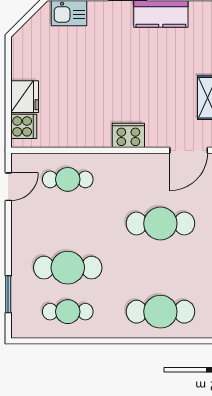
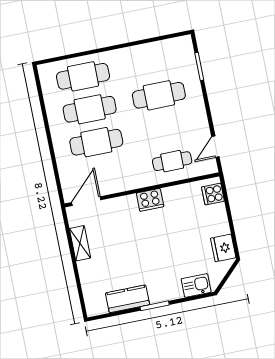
fridge: (25, 97) -> (223, 248), moved
cooker: (128, 135) -> (150, 200), moved
cafe table: (68, 312) -> (90, 109), moved, width x1.37, depth x1.35

